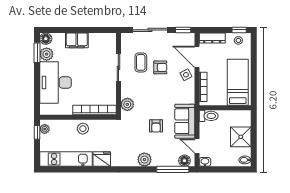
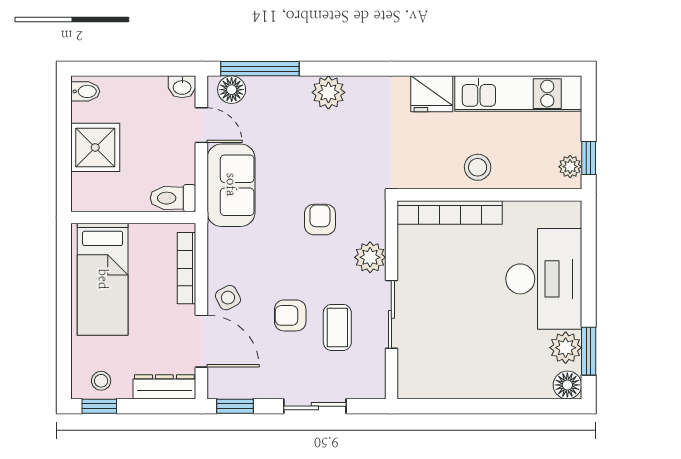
sliding door: (150, 30) -> (315, 406), width x0.73
filing cabinet: (77, 40) -> (492, 381), removed
plant: (127, 104) -> (370, 257), moved
armchair: (156, 126) -> (320, 220), moved

